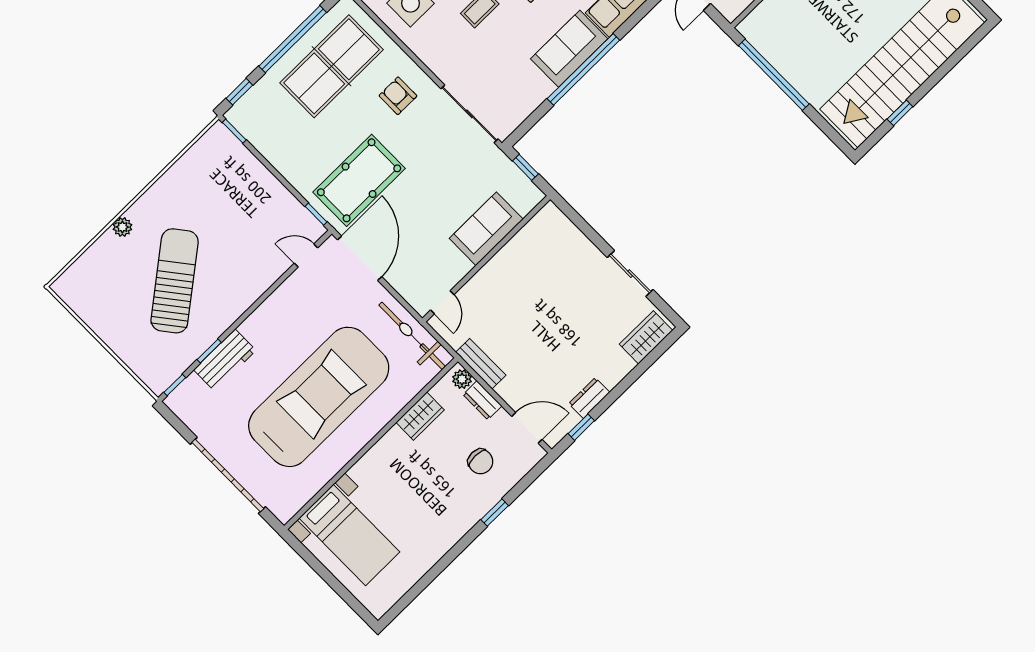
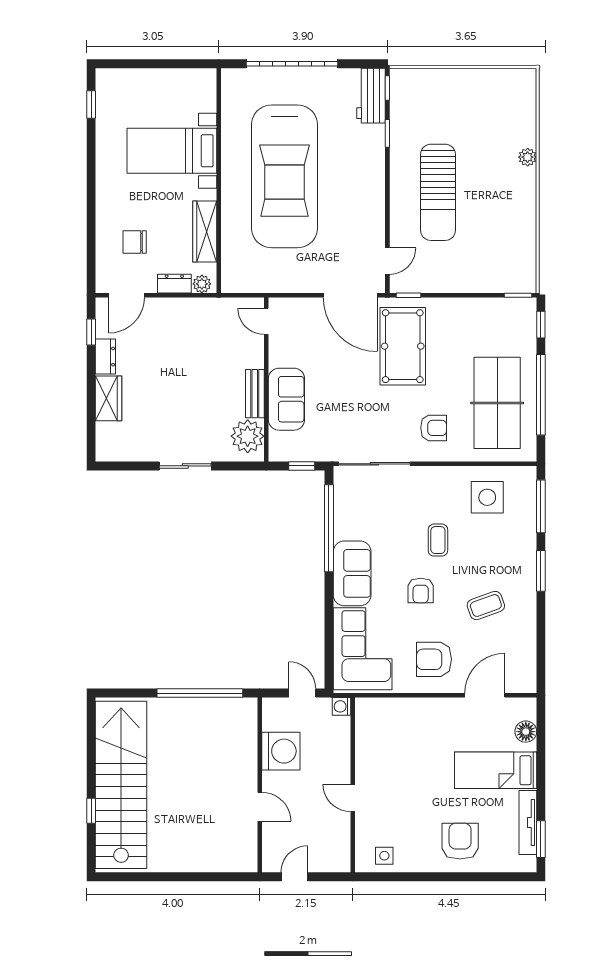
window: (583, 69) -> (329, 528), moved
window: (900, 113) -> (91, 811), moved
plant: (543, 231) -> (248, 436), added
sliding door: (630, 274) -> (185, 466), moved
sun lounger: (175, 281) -> (438, 192), moved, turned 38
bicycle: (412, 336) -> (264, 279), removed
wardrobe: (646, 337) -> (109, 398), moved
workbench: (225, 360) -> (371, 96), moved
bench: (481, 364) -> (255, 394), moved, turned 90
wardrobe: (420, 416) -> (205, 231), width x1.50
window: (495, 513) -> (91, 104), moved
bed with nightstands: (349, 535) -> (172, 151), moved

